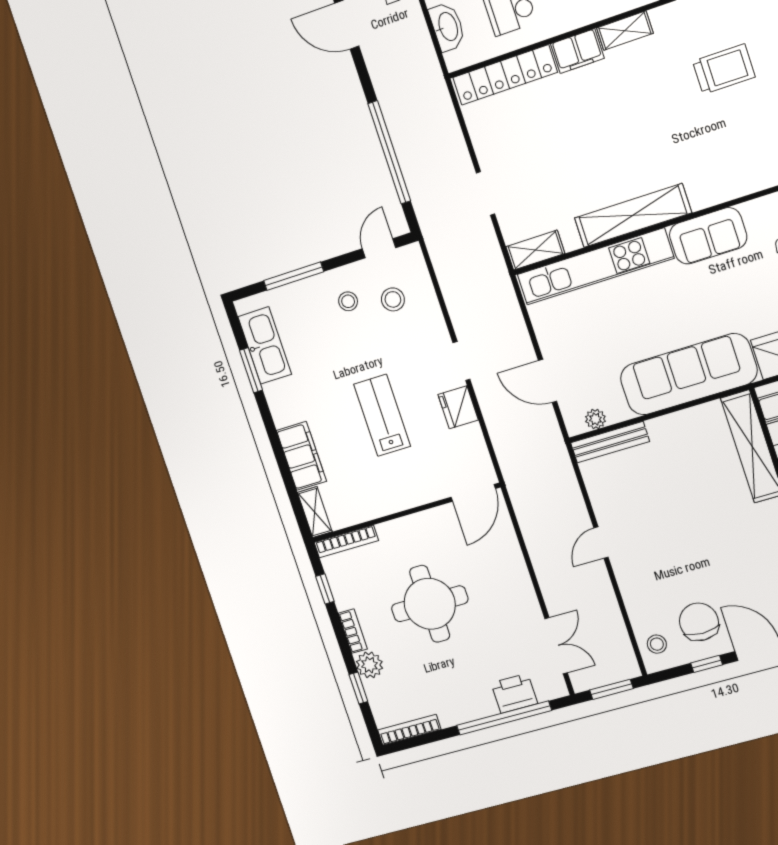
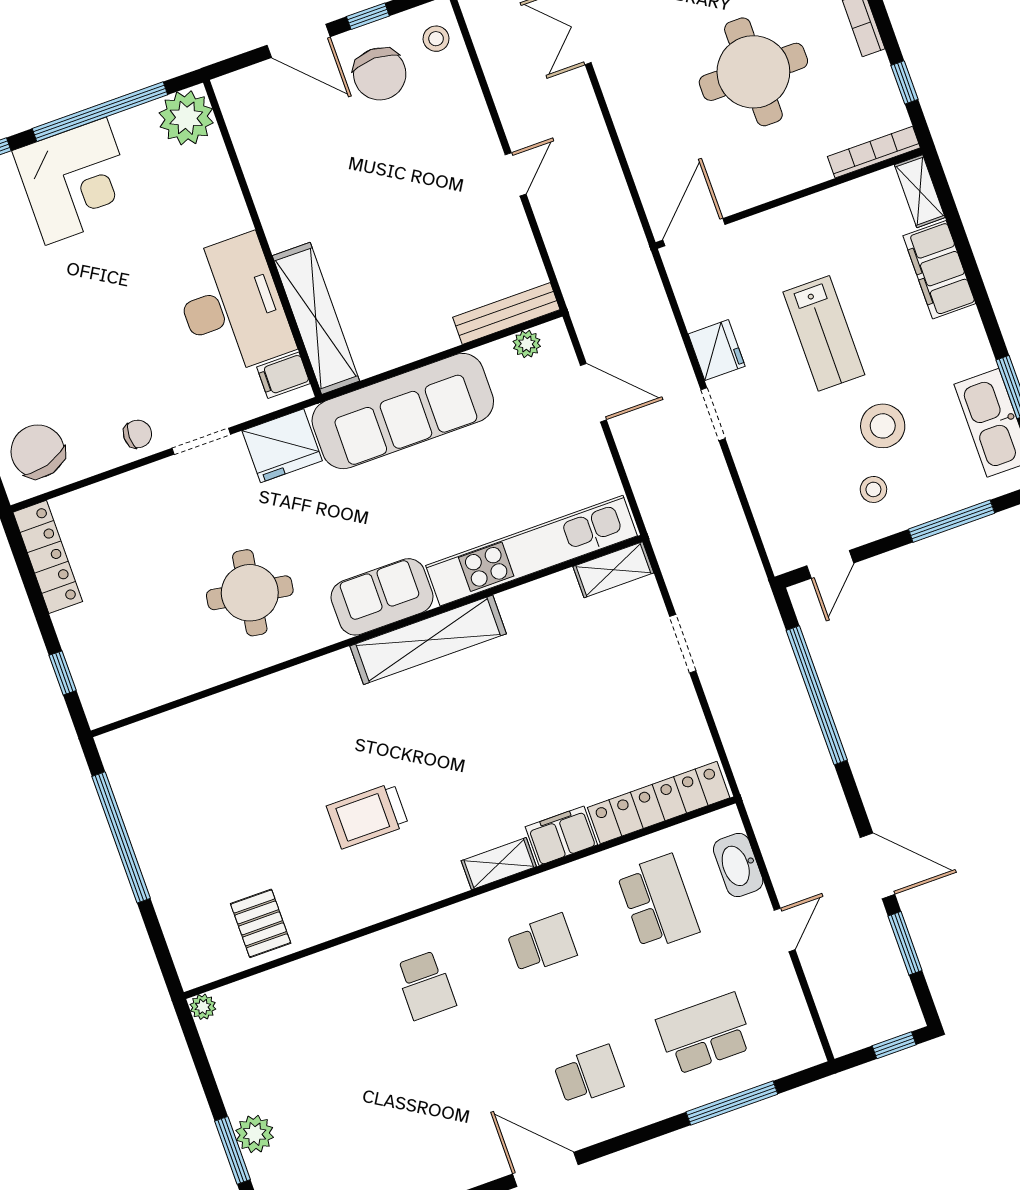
shelving: (633, 215) -> (428, 640), moved
stool: (393, 299) -> (883, 426), moved, width x1.38, depth x1.38

